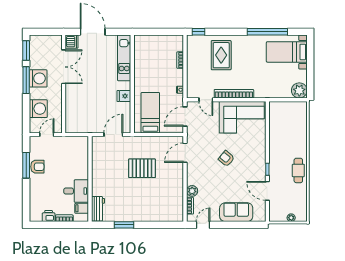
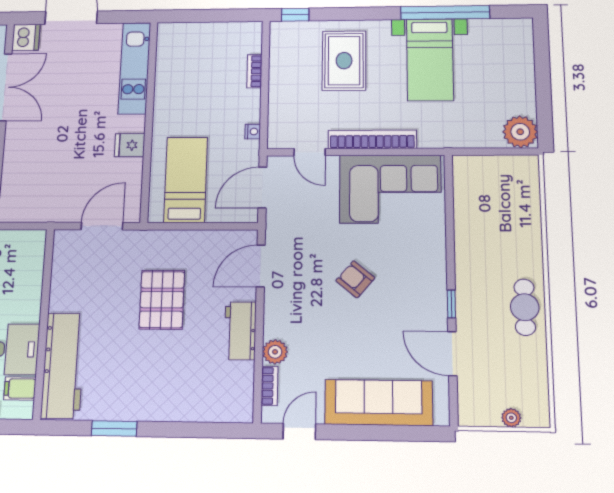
bed with nightstands: (287, 52) -> (430, 60), moved, turned -90
pallet: (142, 168) -> (162, 300), turned 90
workbench: (177, 182) -> (240, 331), added
workbench: (98, 209) -> (63, 365), width x1.88, depth x1.32
sofa: (236, 212) -> (379, 403), width x1.36

